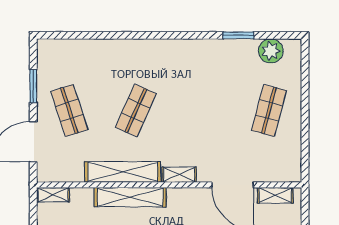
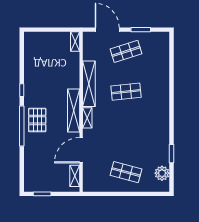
shop shelf: (136, 111) -> (126, 92), turned -30
shelving: (130, 197) -> (74, 111), moved

